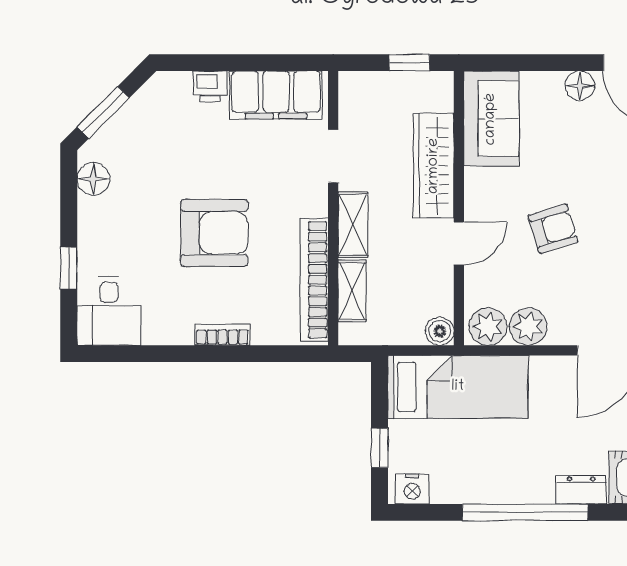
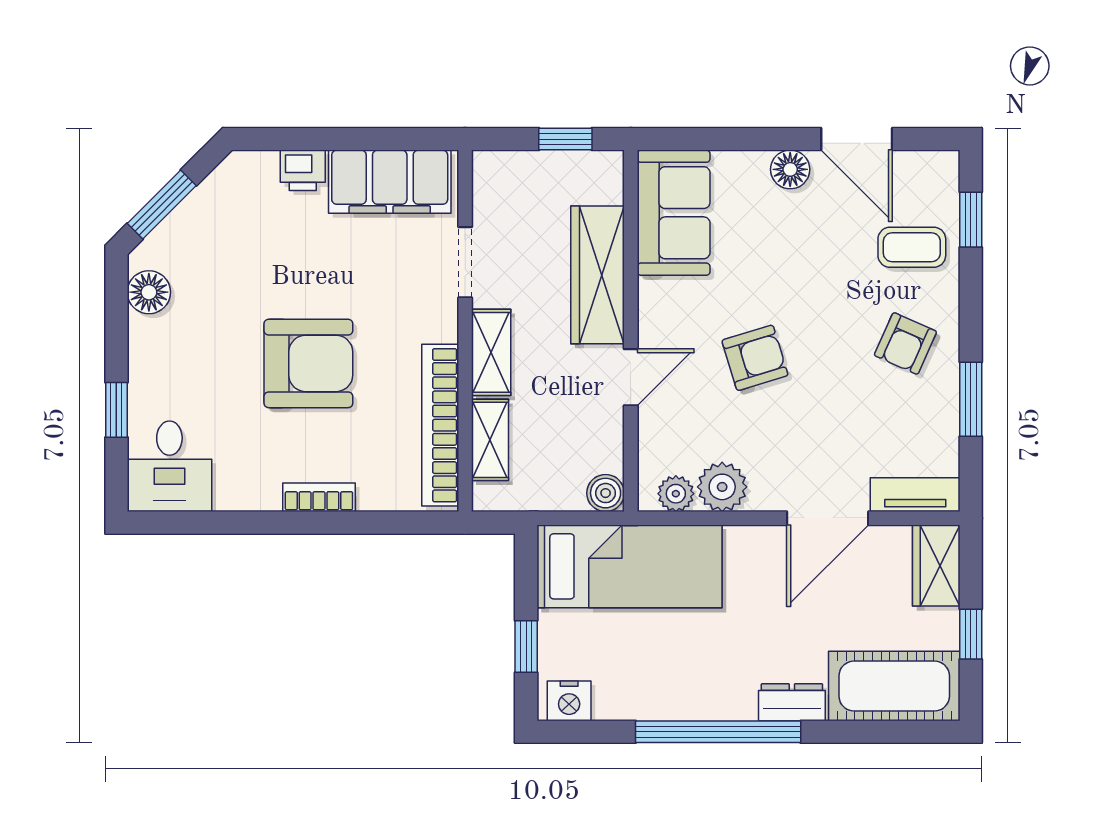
plant: (488, 327) -> (676, 494), width x0.73, depth x0.73

